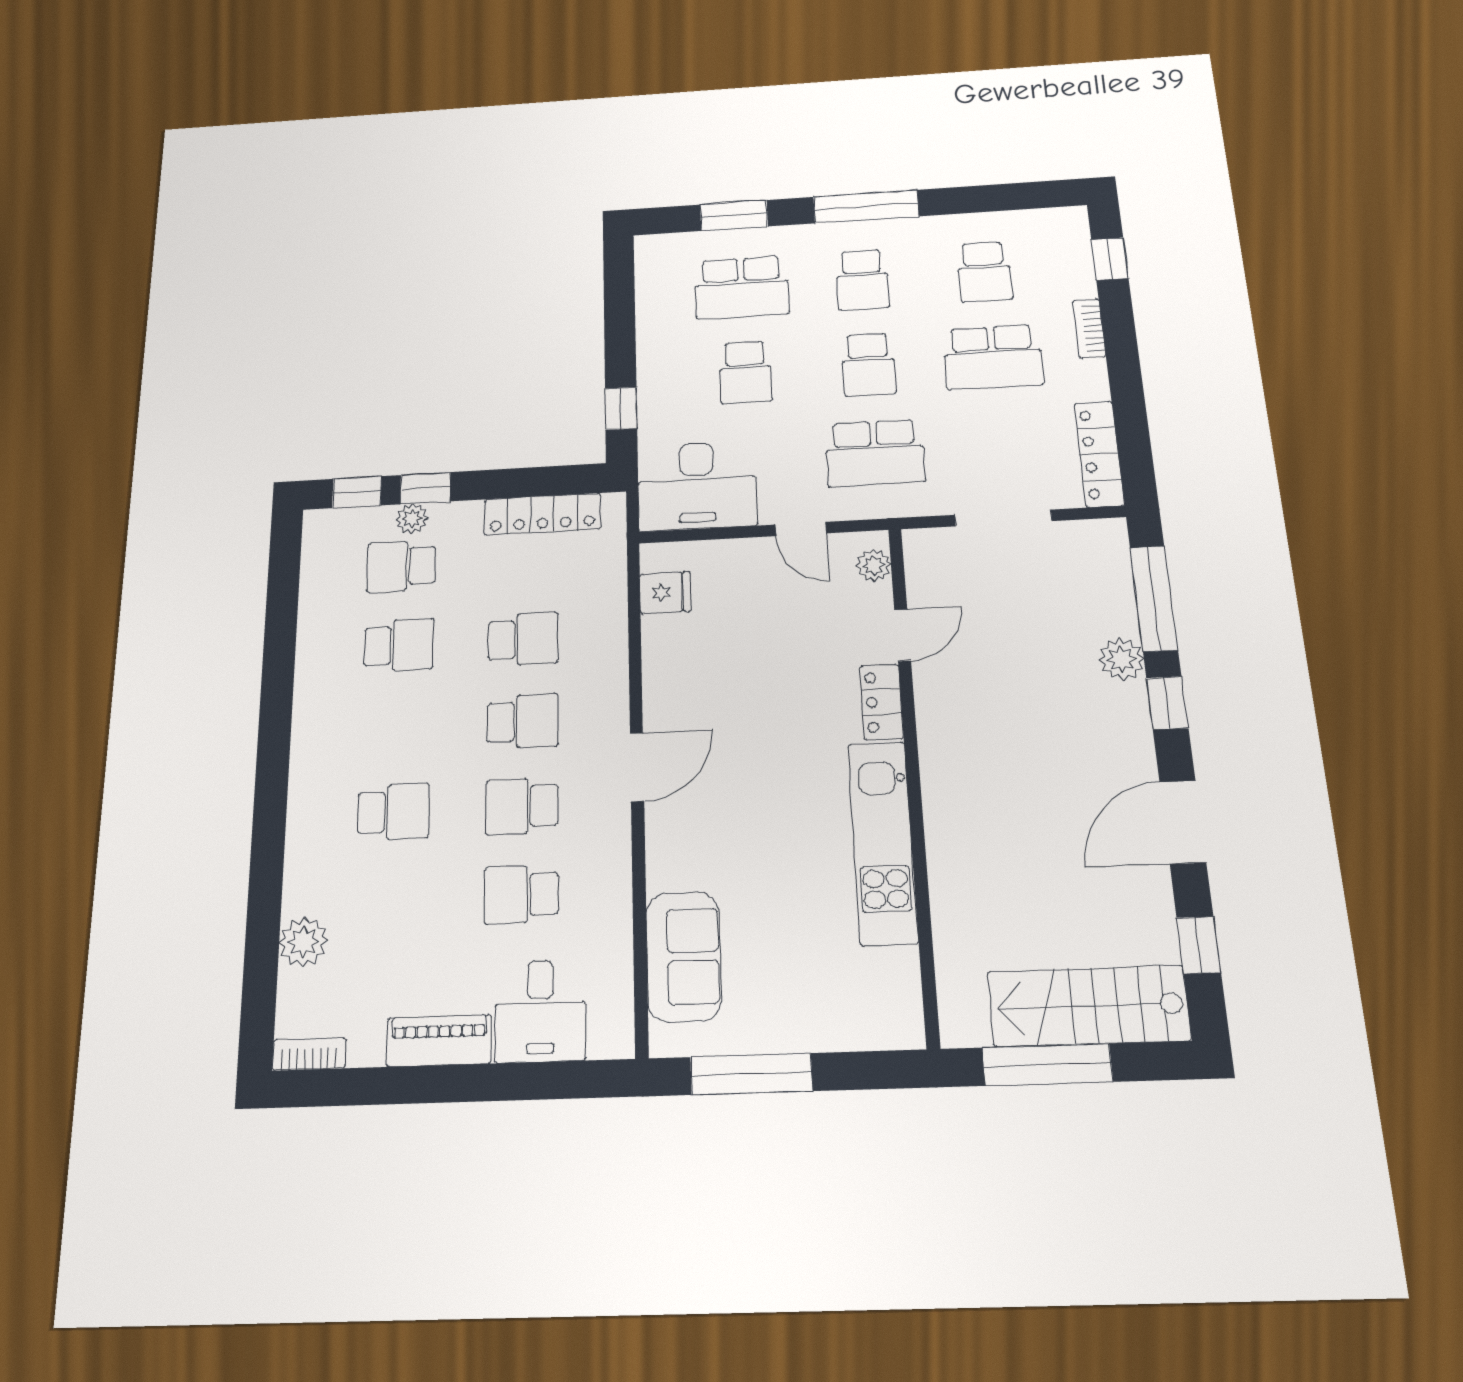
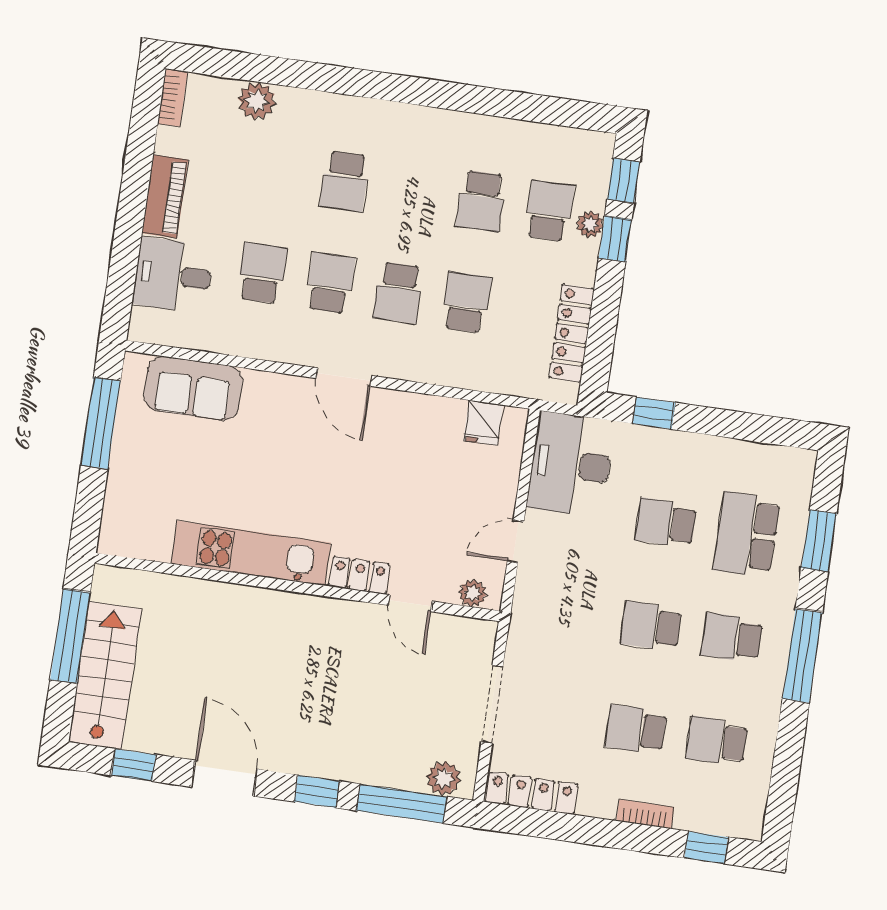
school desk: (993, 357) -> (636, 729), width x0.54
school desk: (875, 453) -> (570, 614), removed
school desk: (523, 639) -> (466, 302), turned 180
plant: (1121, 659) -> (444, 778), moved

